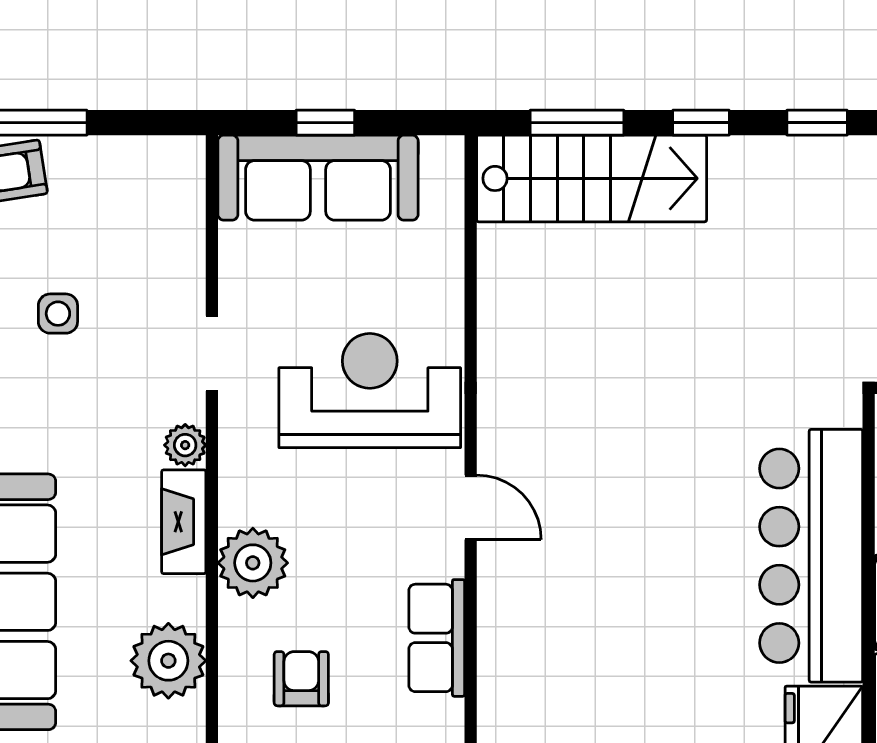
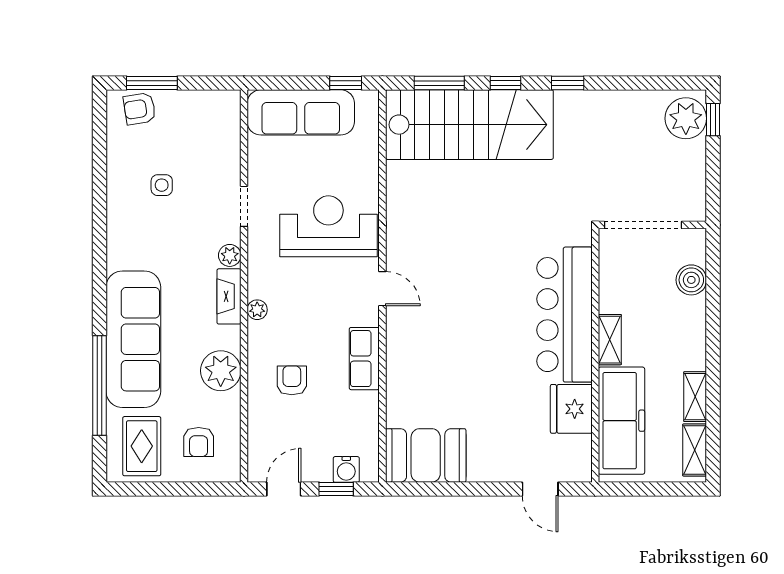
window: (325, 123) -> (346, 83), moved
stairs: (592, 178) -> (469, 125), width x1.36, depth x1.51
plant: (253, 563) -> (257, 310), width x0.53, depth x0.53

